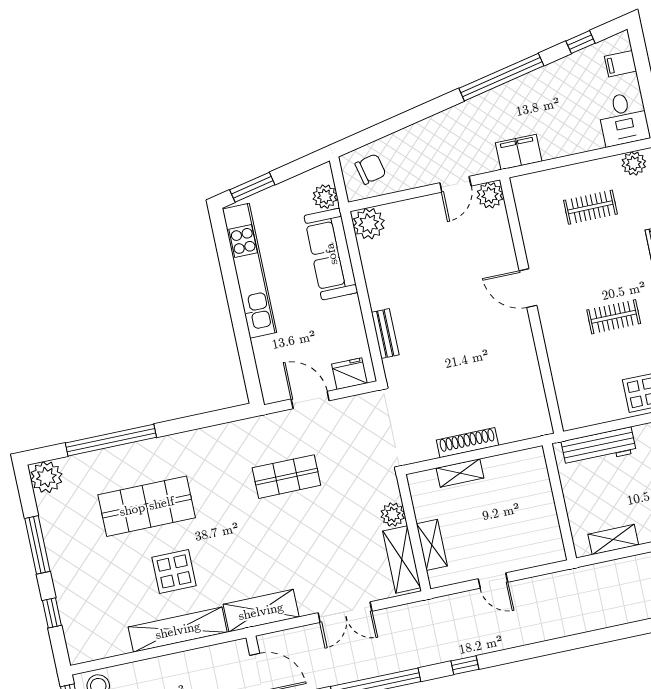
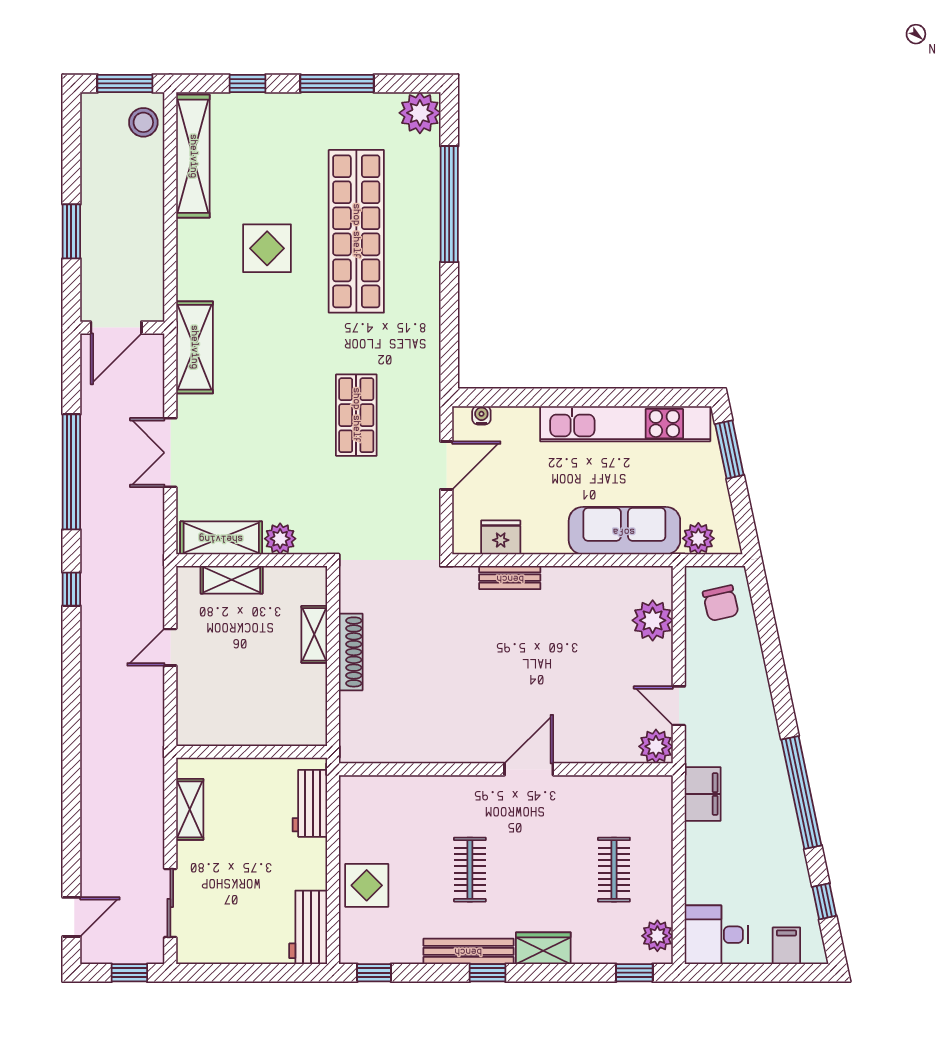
plant: (369, 224) -> (653, 620), moved
fridge: (349, 374) -> (501, 537), moved, turned -90
water cooler: (266, 381) -> (481, 415), added
workbench: (599, 447) -> (310, 803), width x0.73
shop shelf: (147, 506) -> (356, 231), width x1.40
shelving: (178, 630) -> (193, 156), moved

